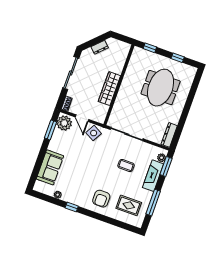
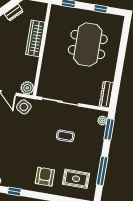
wardrobe: (109, 89) -> (35, 38), moved
plant: (100, 117) -> (27, 88), added
fireplace: (153, 176) -> (97, 142), removed
armchair: (101, 199) -> (45, 177), turned 180

